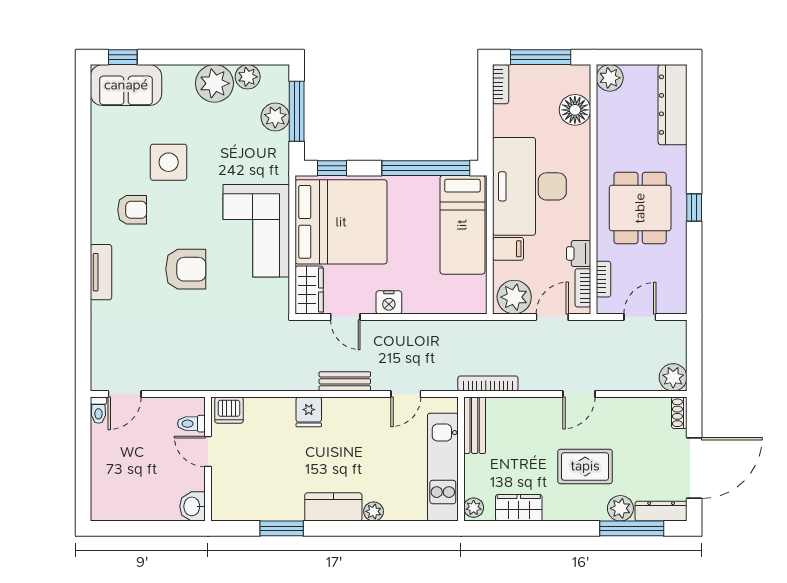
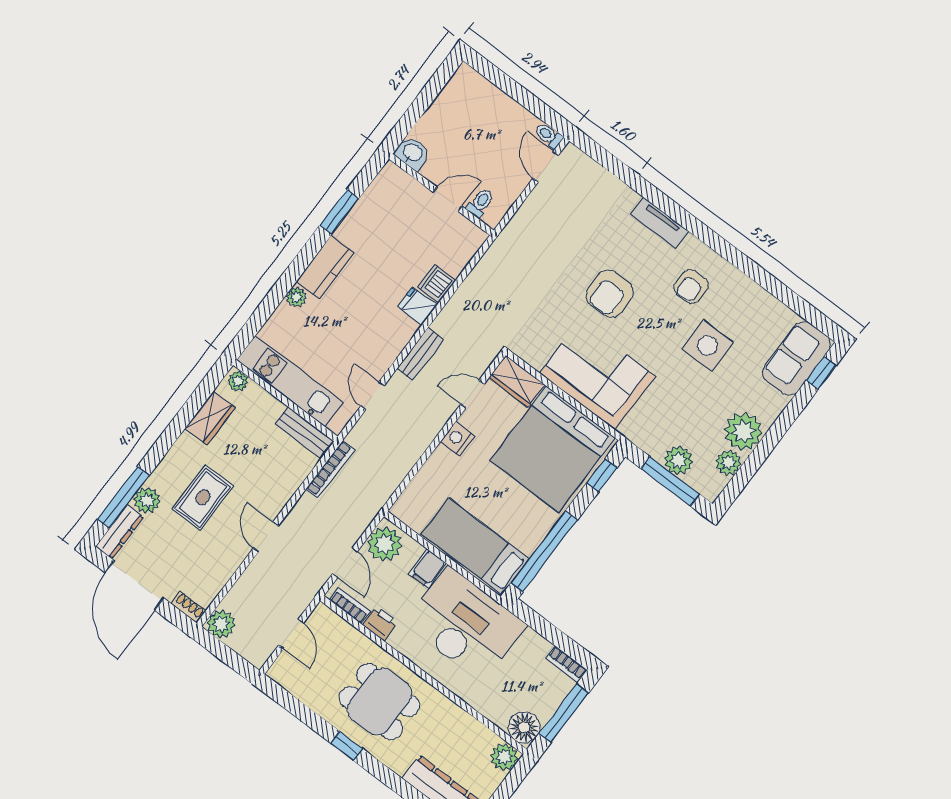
floor lamp: (575, 110) -> (524, 727), moved
bookcase: (604, 279) -> (344, 628), removed
dishwasher: (229, 410) -> (437, 284), moved

